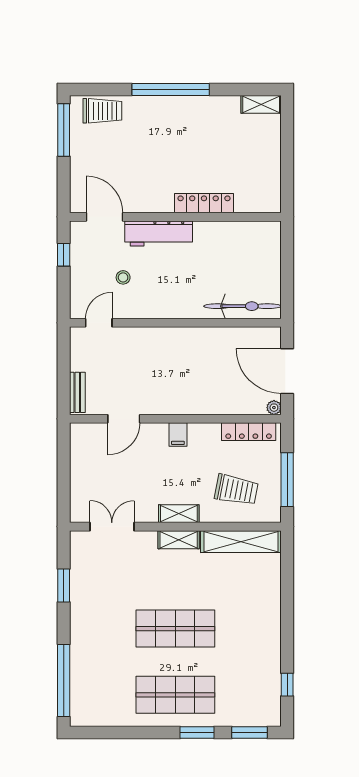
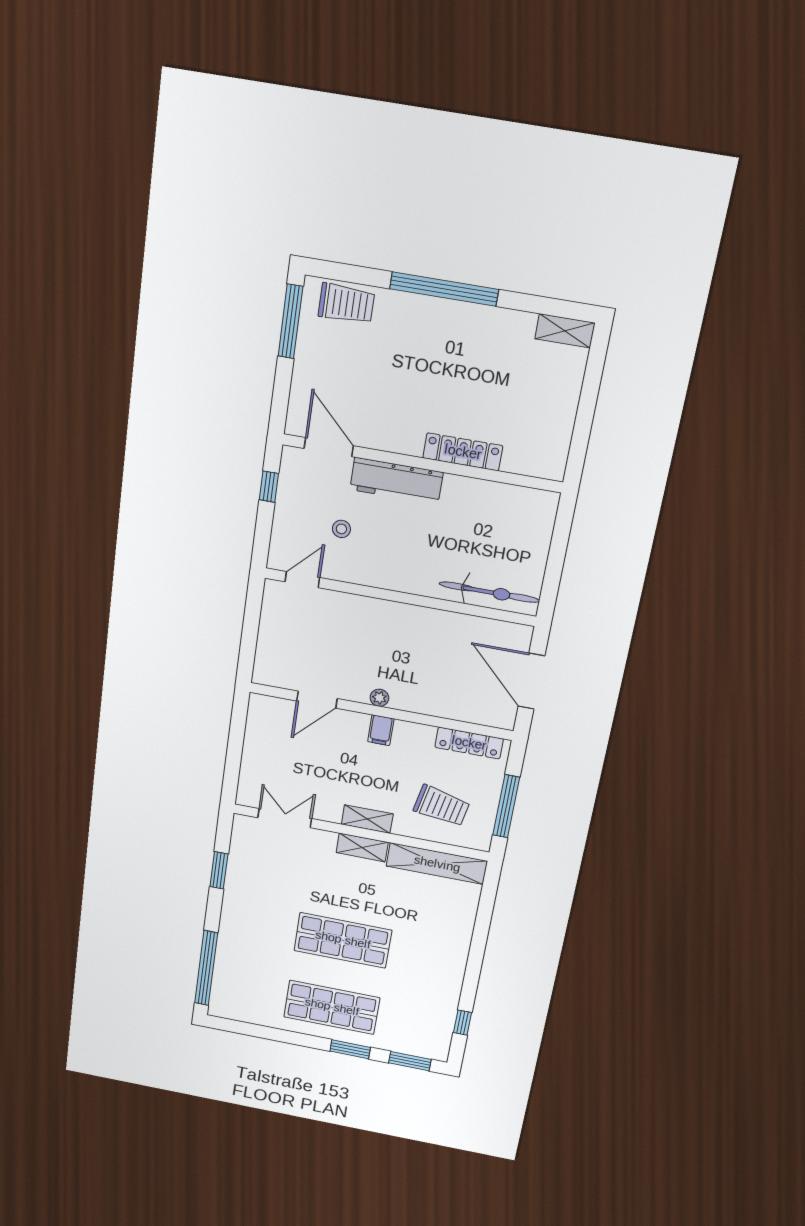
bench: (77, 392) -> (264, 658), removed
plant: (274, 408) -> (379, 698), moved

